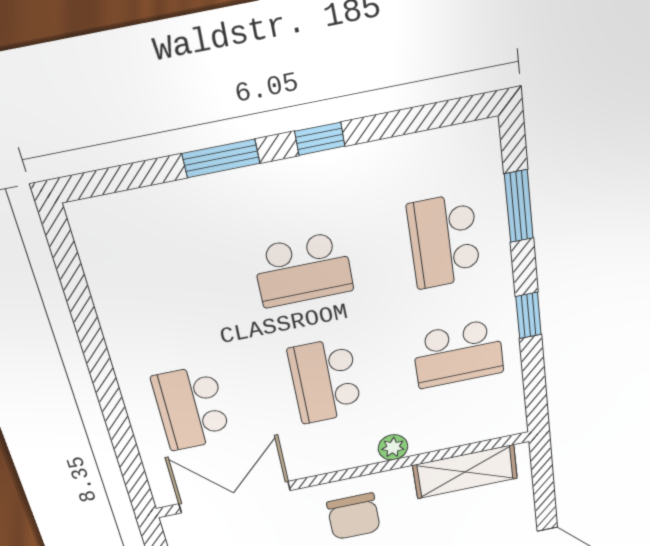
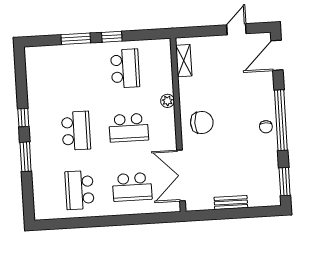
window: (519, 206) -> (76, 39), moved
school desk: (444, 241) -> (80, 190), moved, turned 90
shelving: (465, 472) -> (184, 61), width x0.67, depth x0.75

